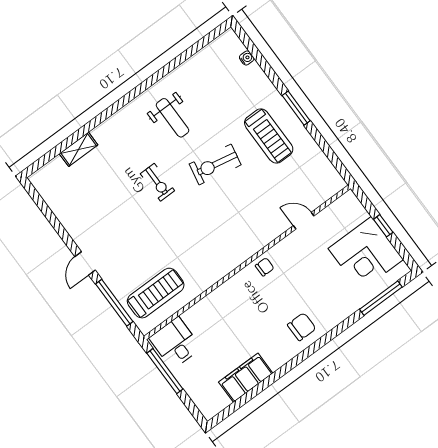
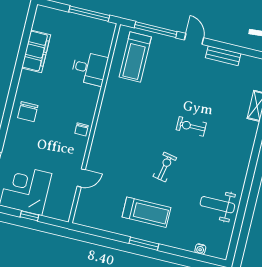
weight bench: (172, 118) -> (217, 205), moved
treadmill: (269, 136) -> (146, 212), turned 180
exercise bike: (215, 164) -> (165, 167), width x0.73, depth x0.72
bench: (71, 224) -> (223, 56), added
desk: (175, 343) -> (90, 68), moved

